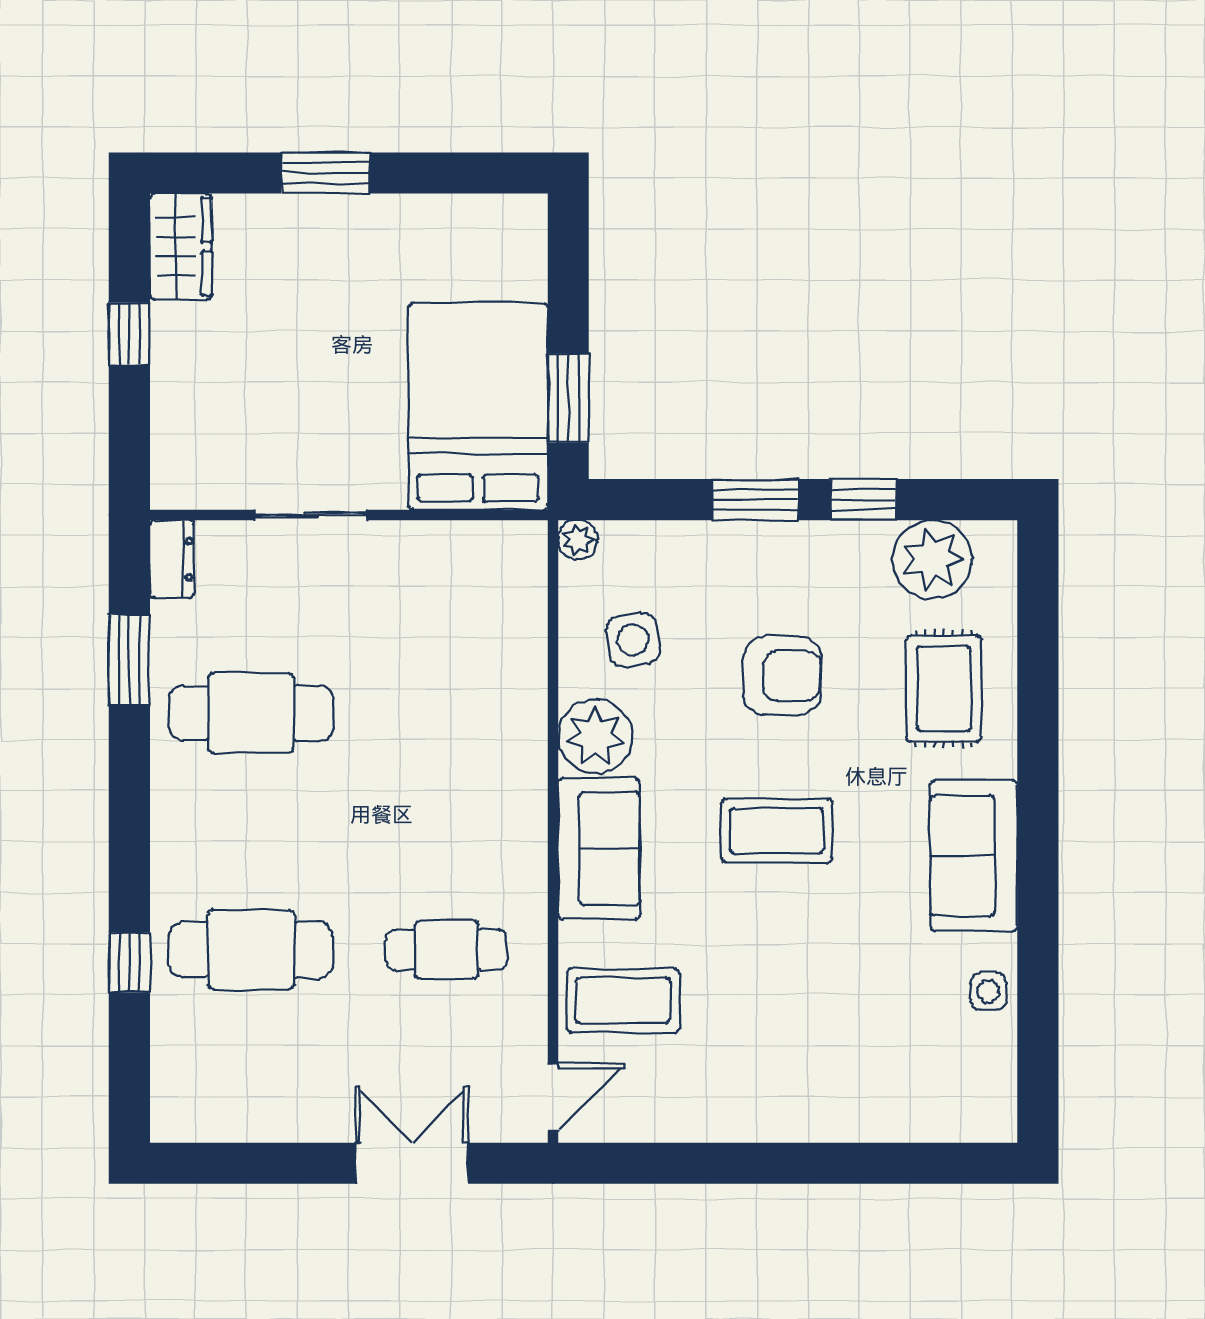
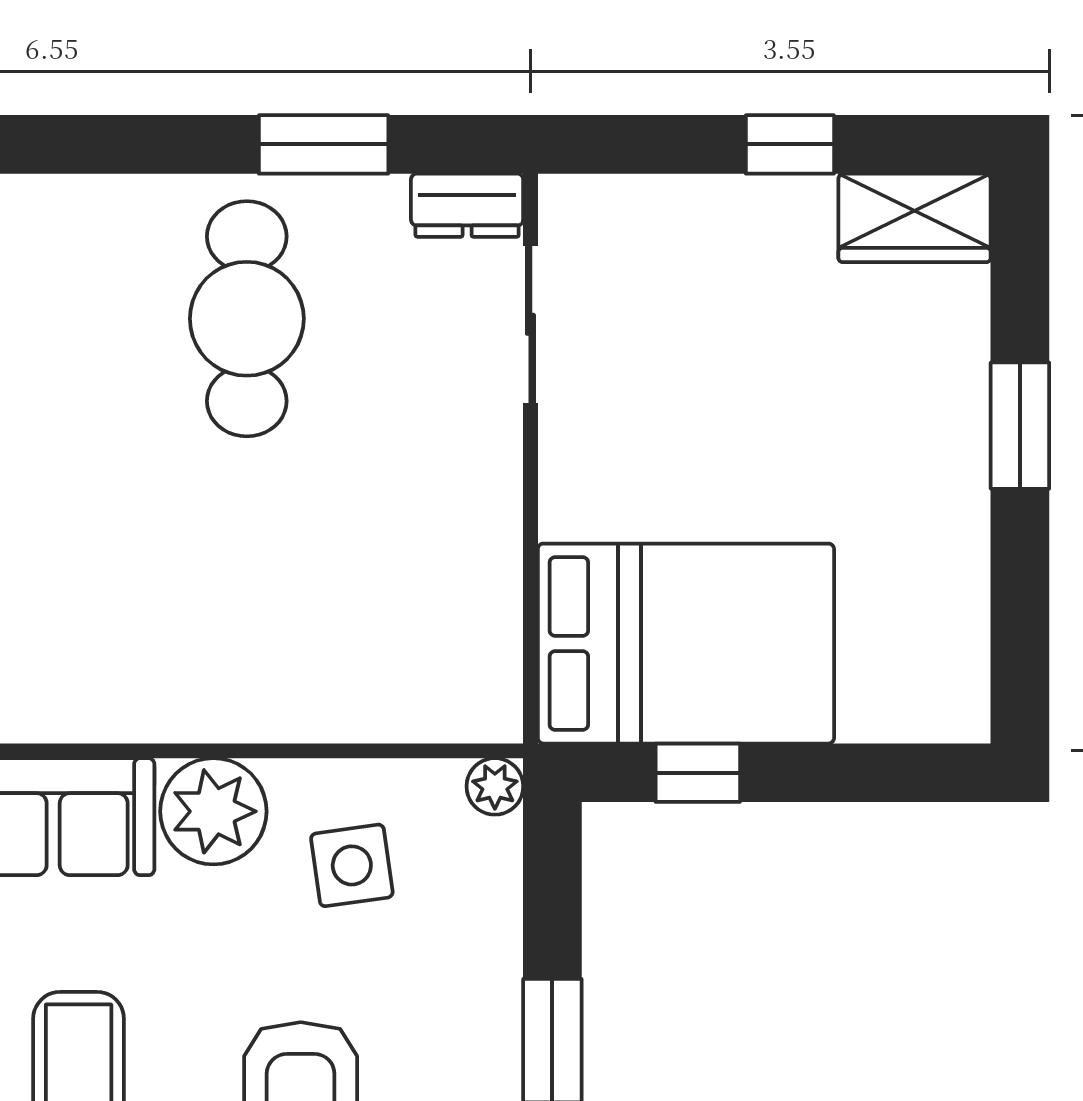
window: (568, 398) -> (698, 773), width x0.67
sliding door: (311, 515) -> (530, 324), moved

